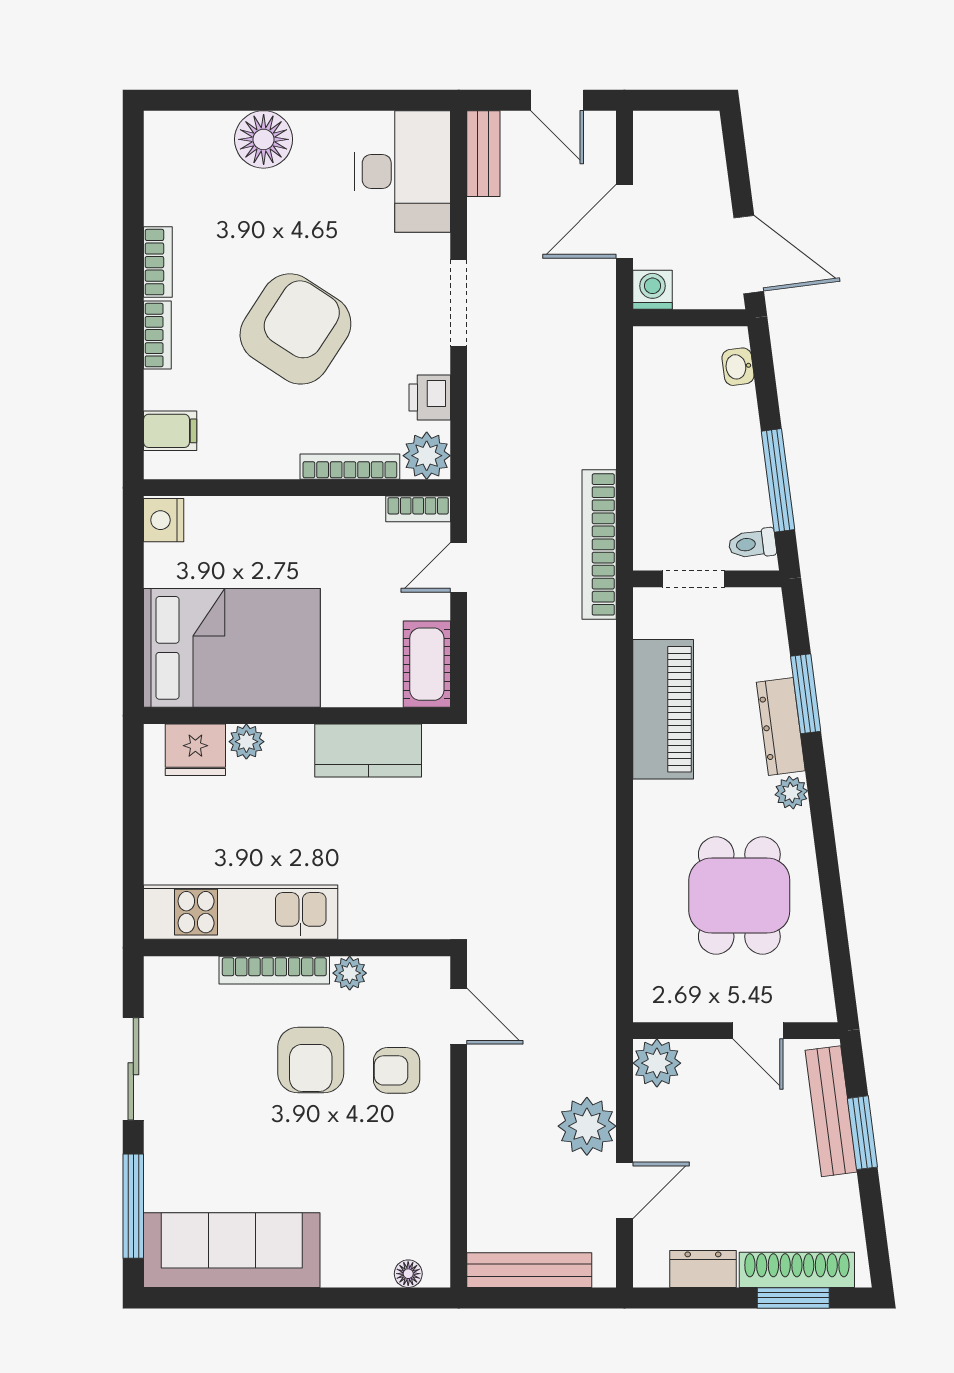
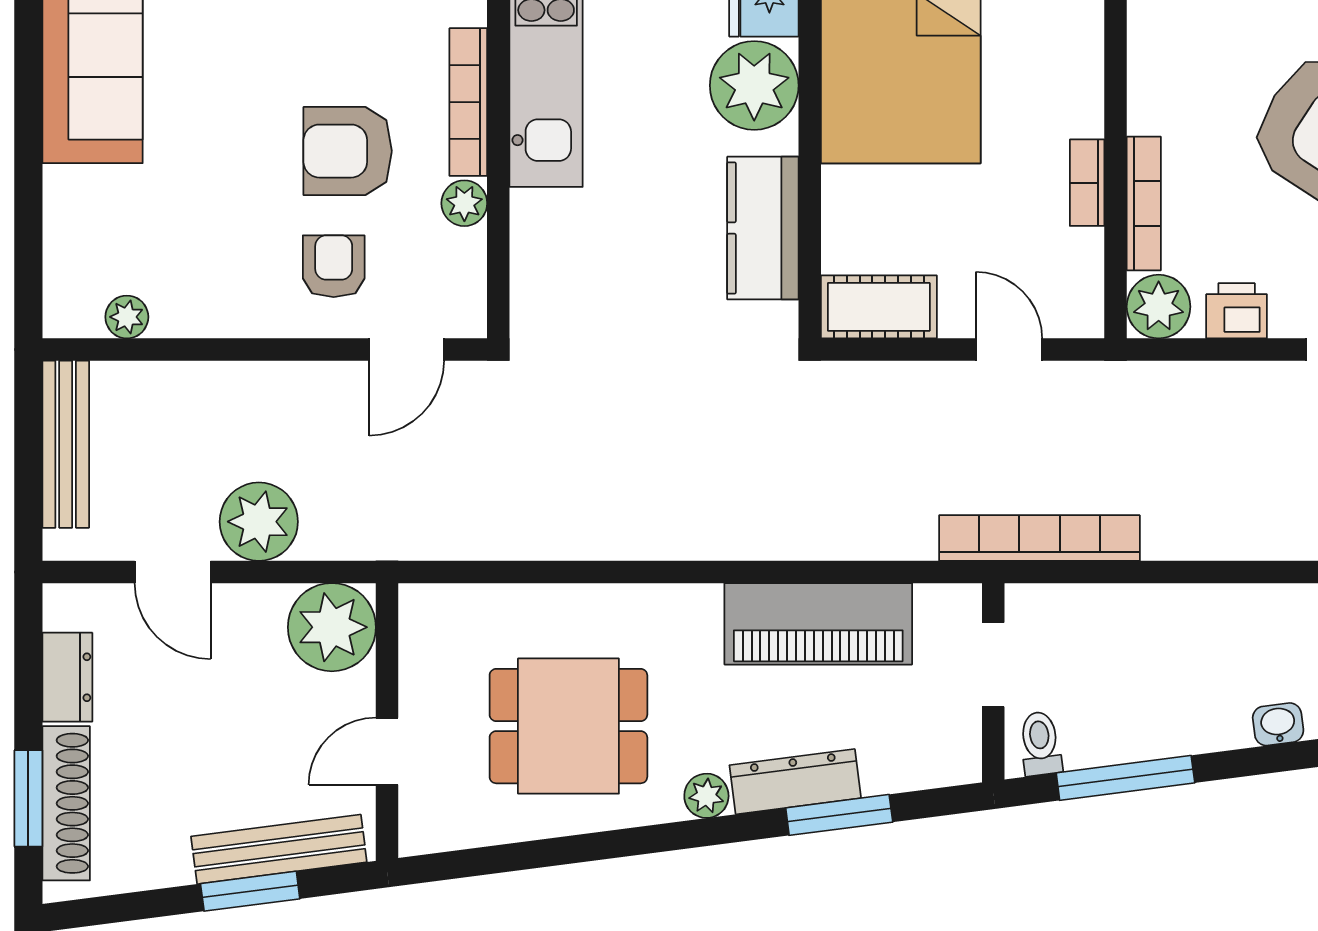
bookcase: (418, 509) -> (1087, 183), moved
plant: (246, 742) -> (754, 85), width x1.88, depth x1.88
plant: (657, 1063) -> (332, 627), width x1.36, depth x1.36
plant: (434, 1225) -> (127, 317), added
floor lamp: (408, 1274) -> (61, 282), removed

